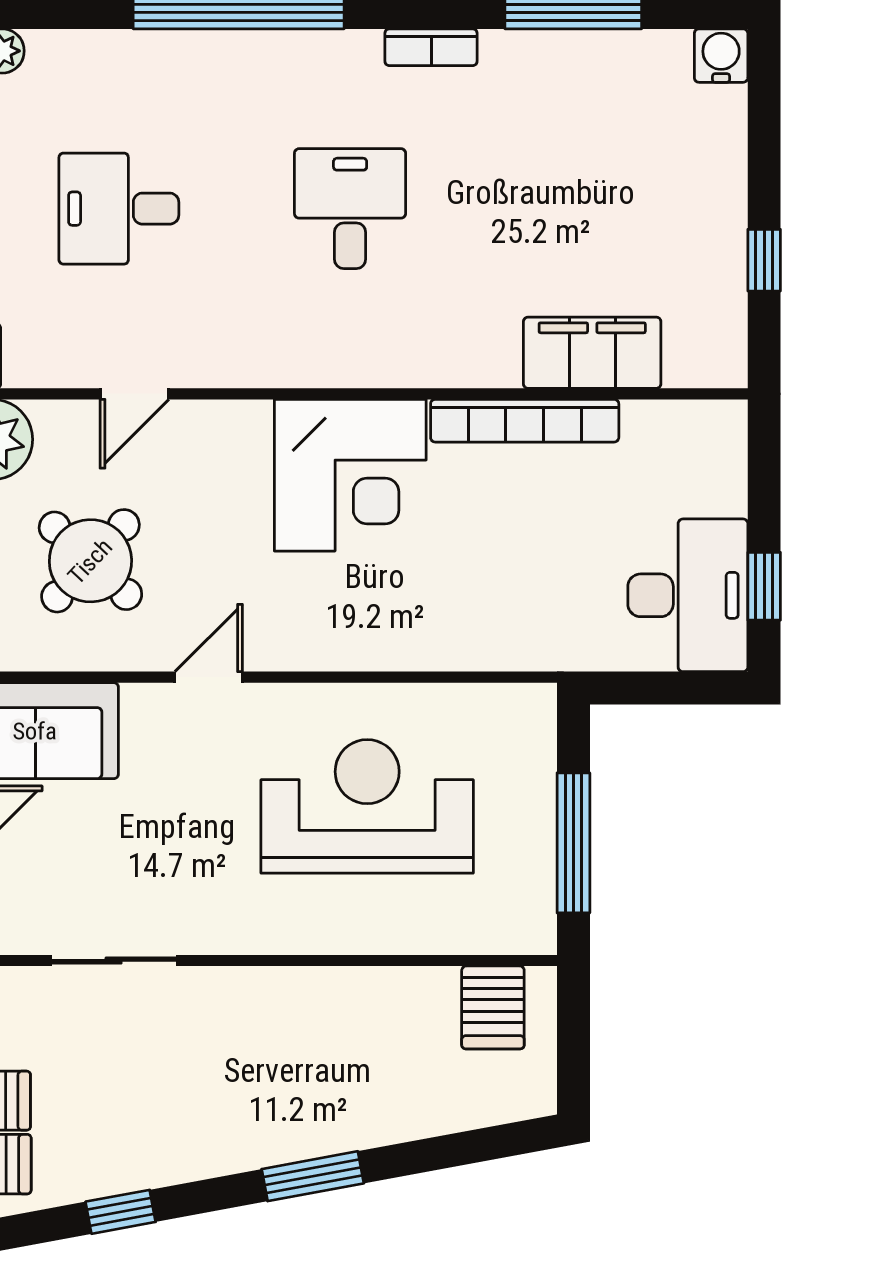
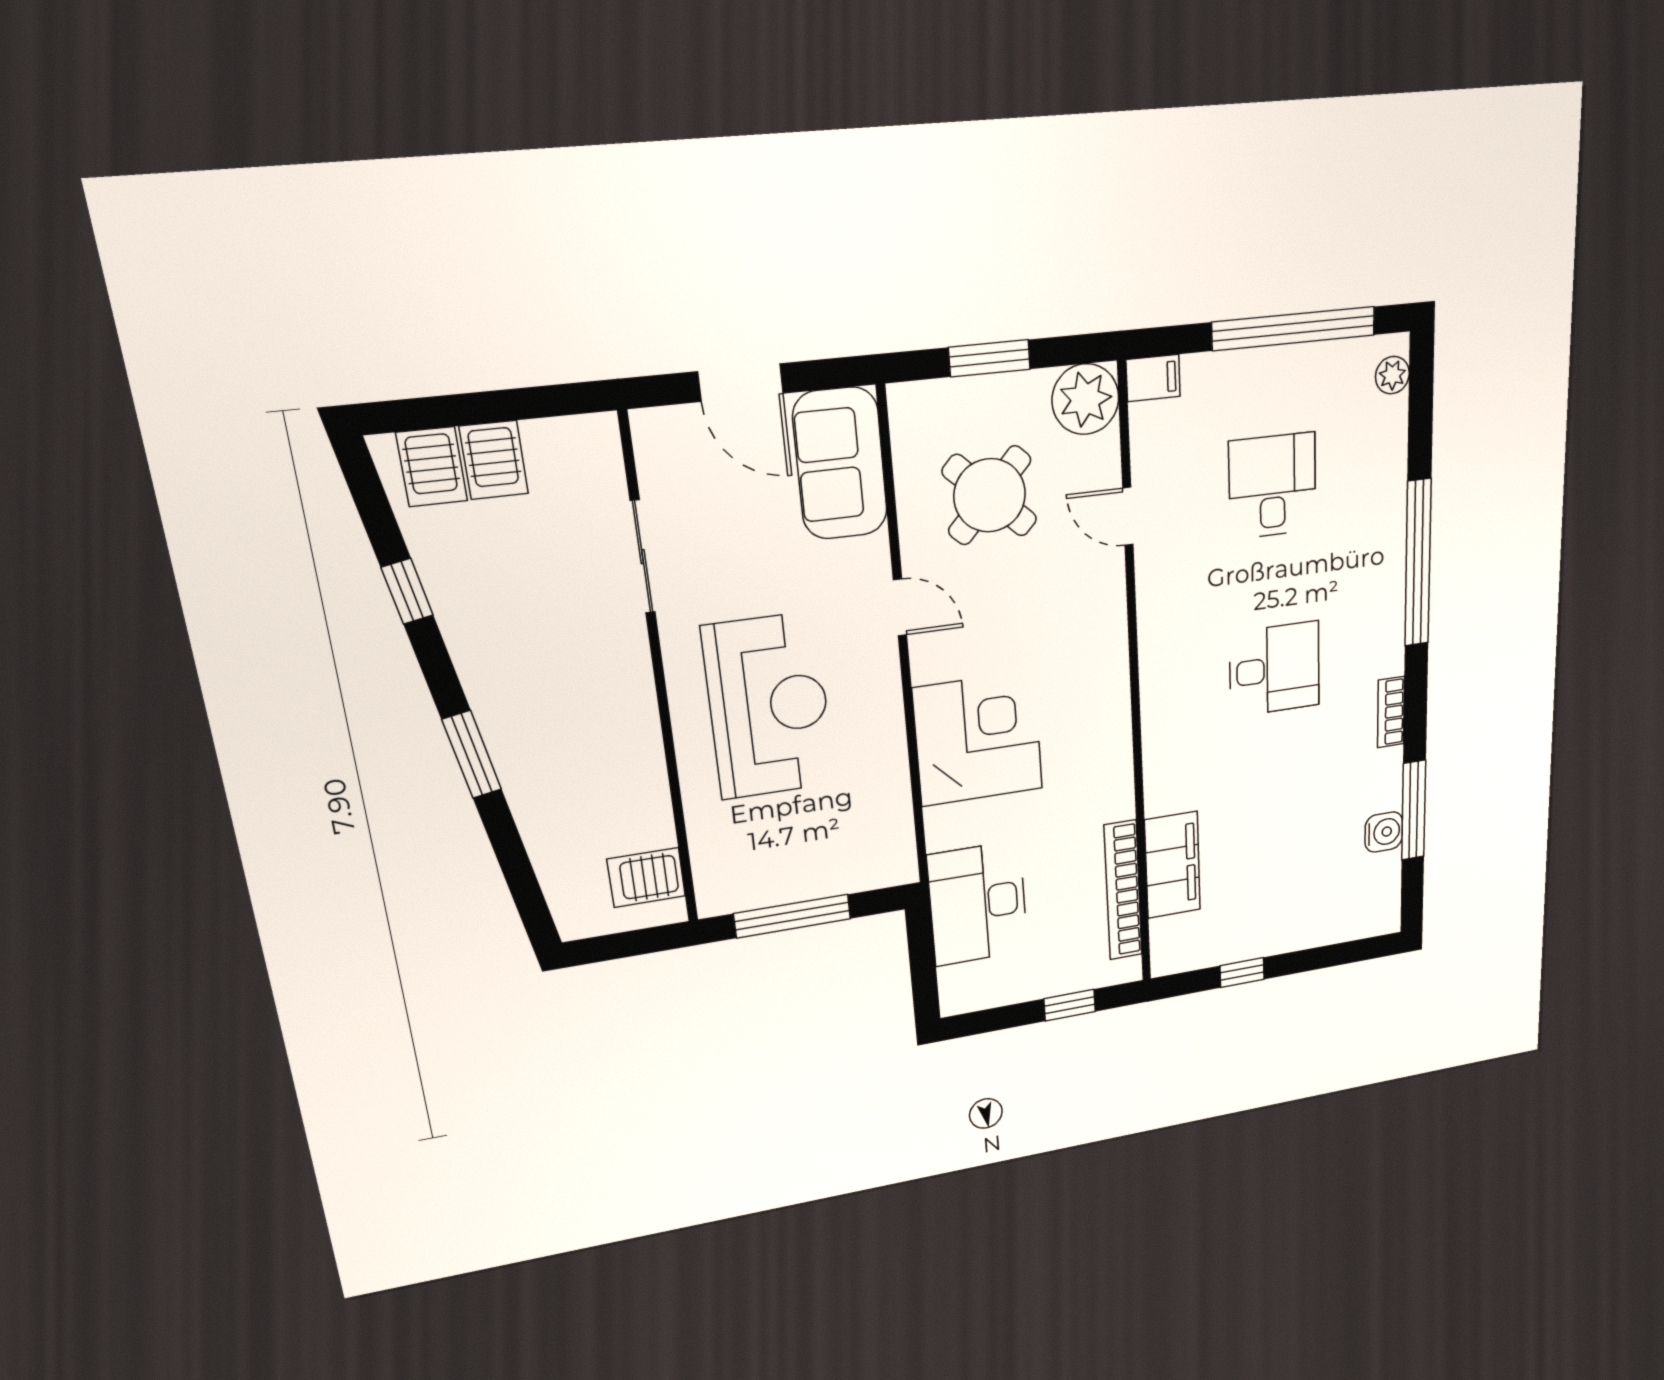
water cooler: (721, 56) -> (1384, 832), moved
bookcase: (525, 421) -> (1123, 890), moved
corner desk: (350, 475) -> (978, 739), moved, turned 180
window: (764, 586) -> (1070, 1005), moved
desk: (688, 595) -> (978, 903), moved, turned 90
reception desk: (367, 806) -> (769, 706), moved

